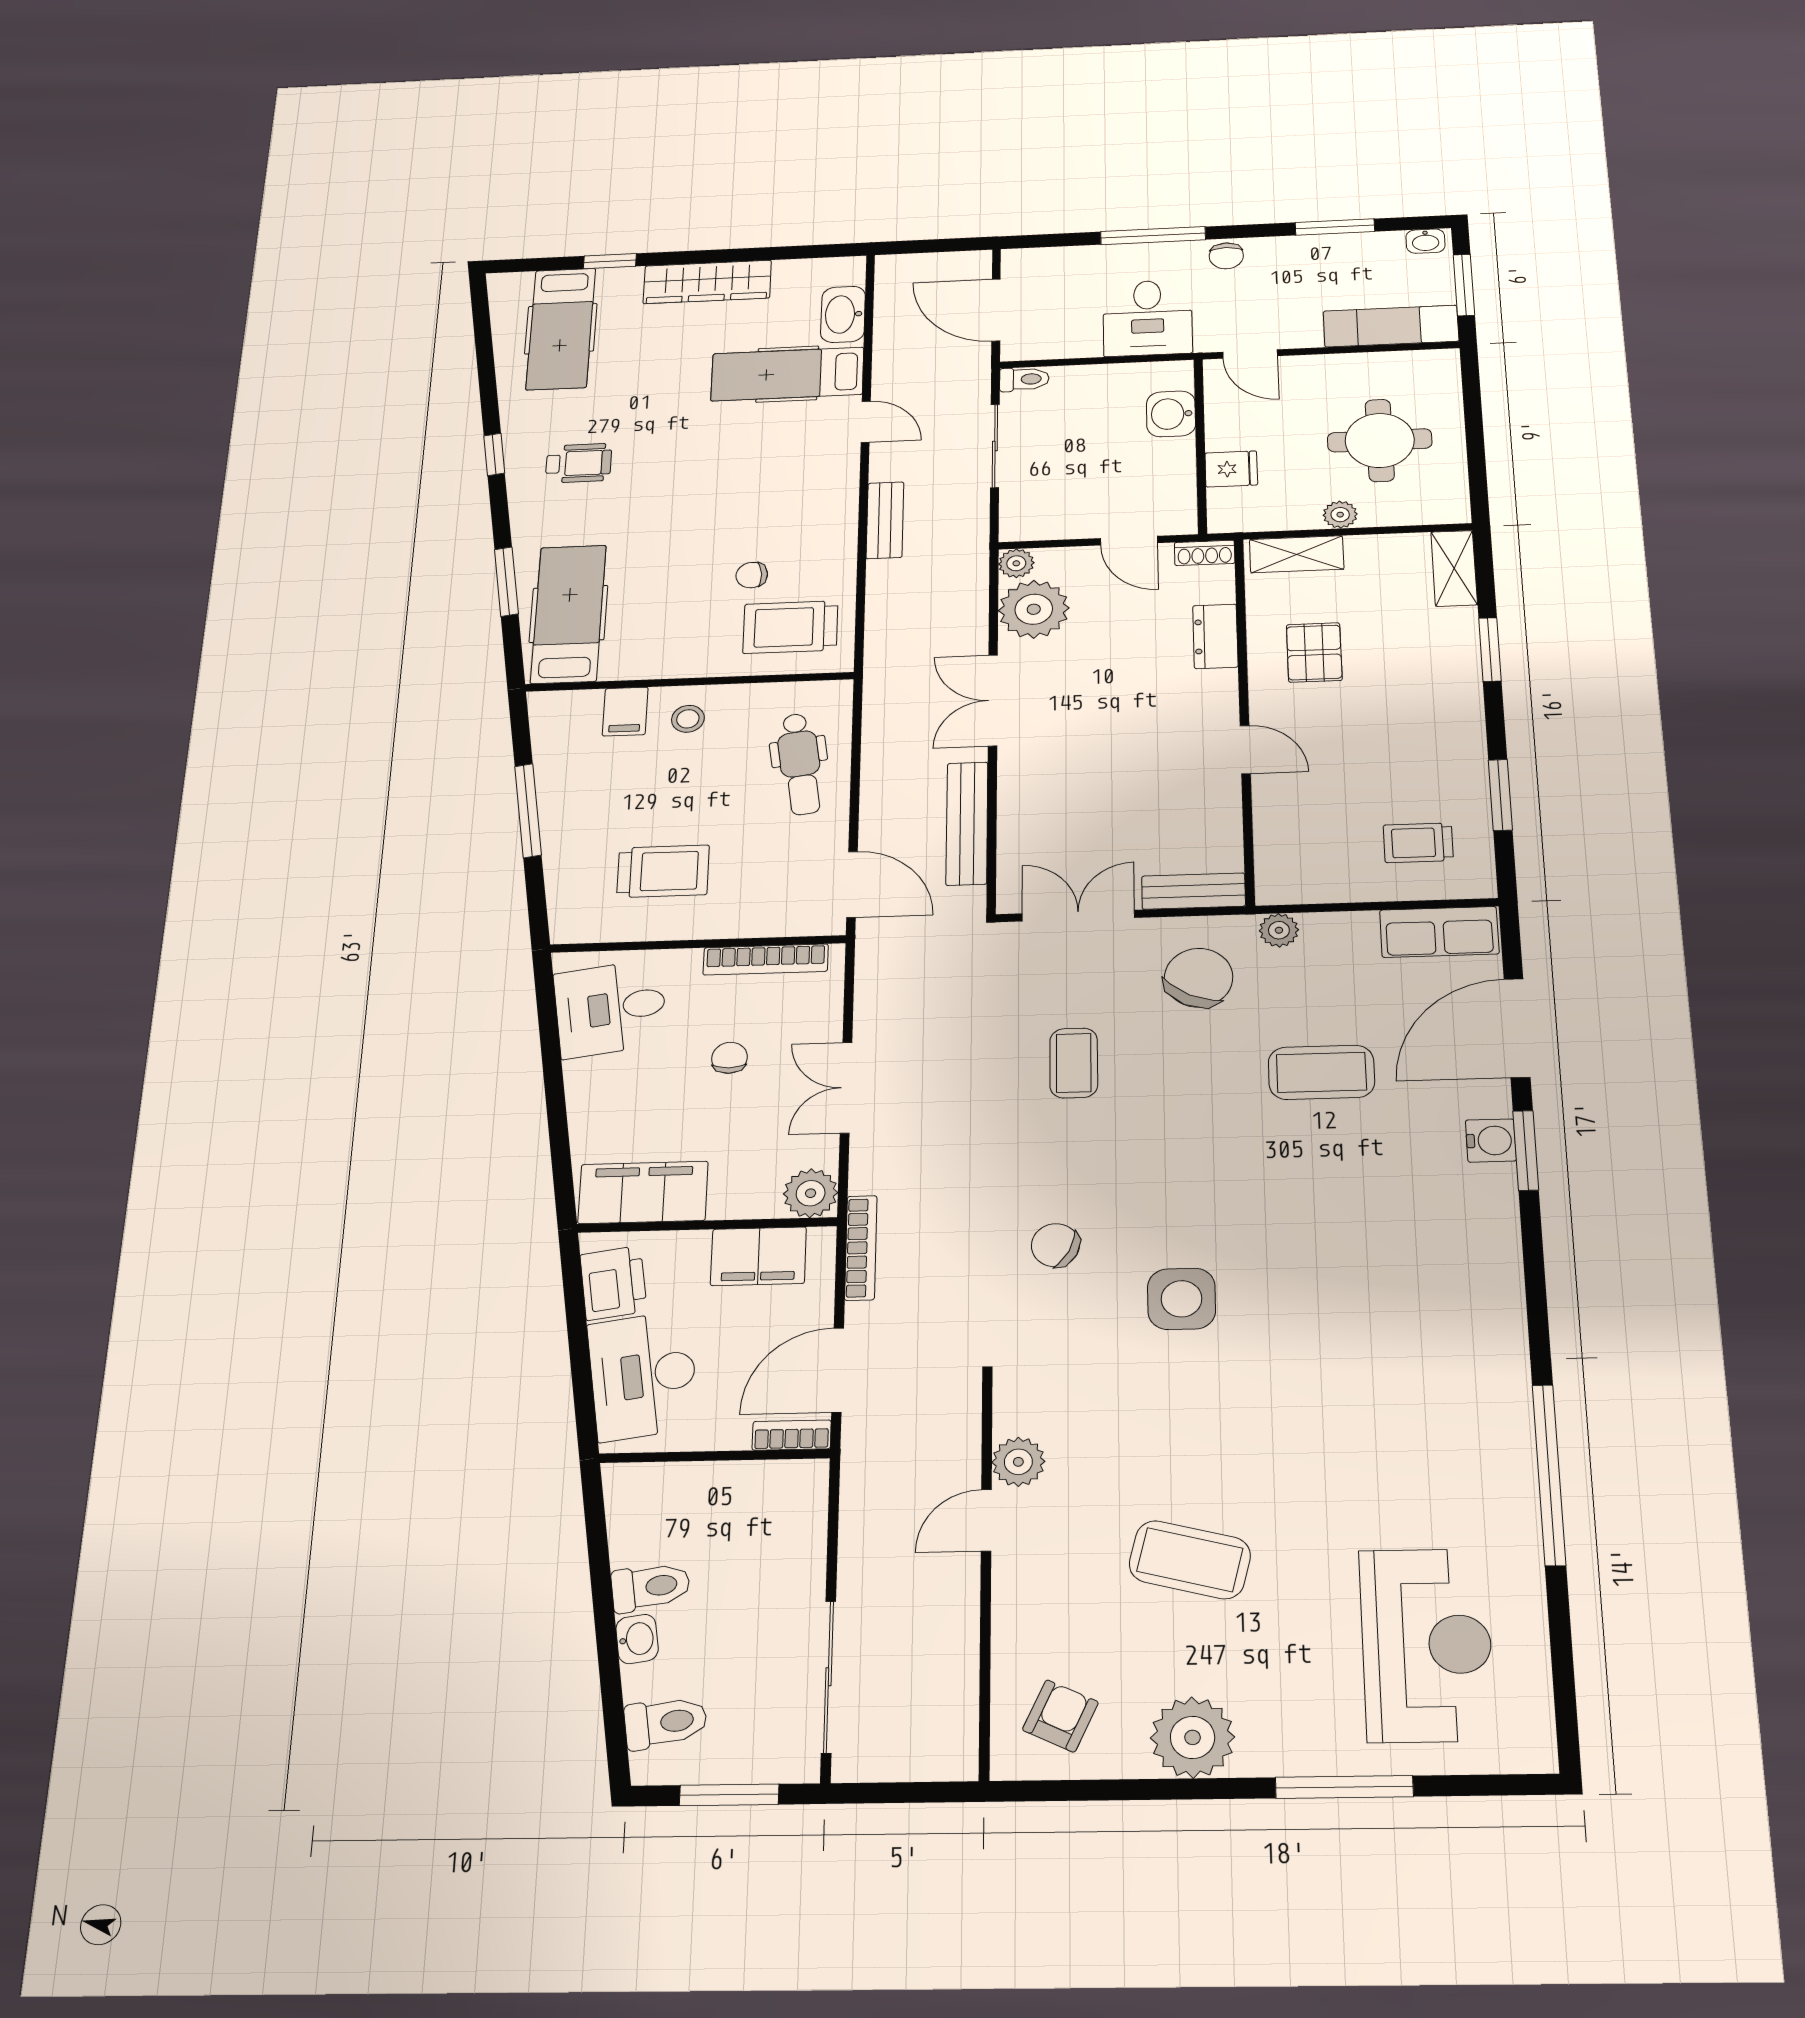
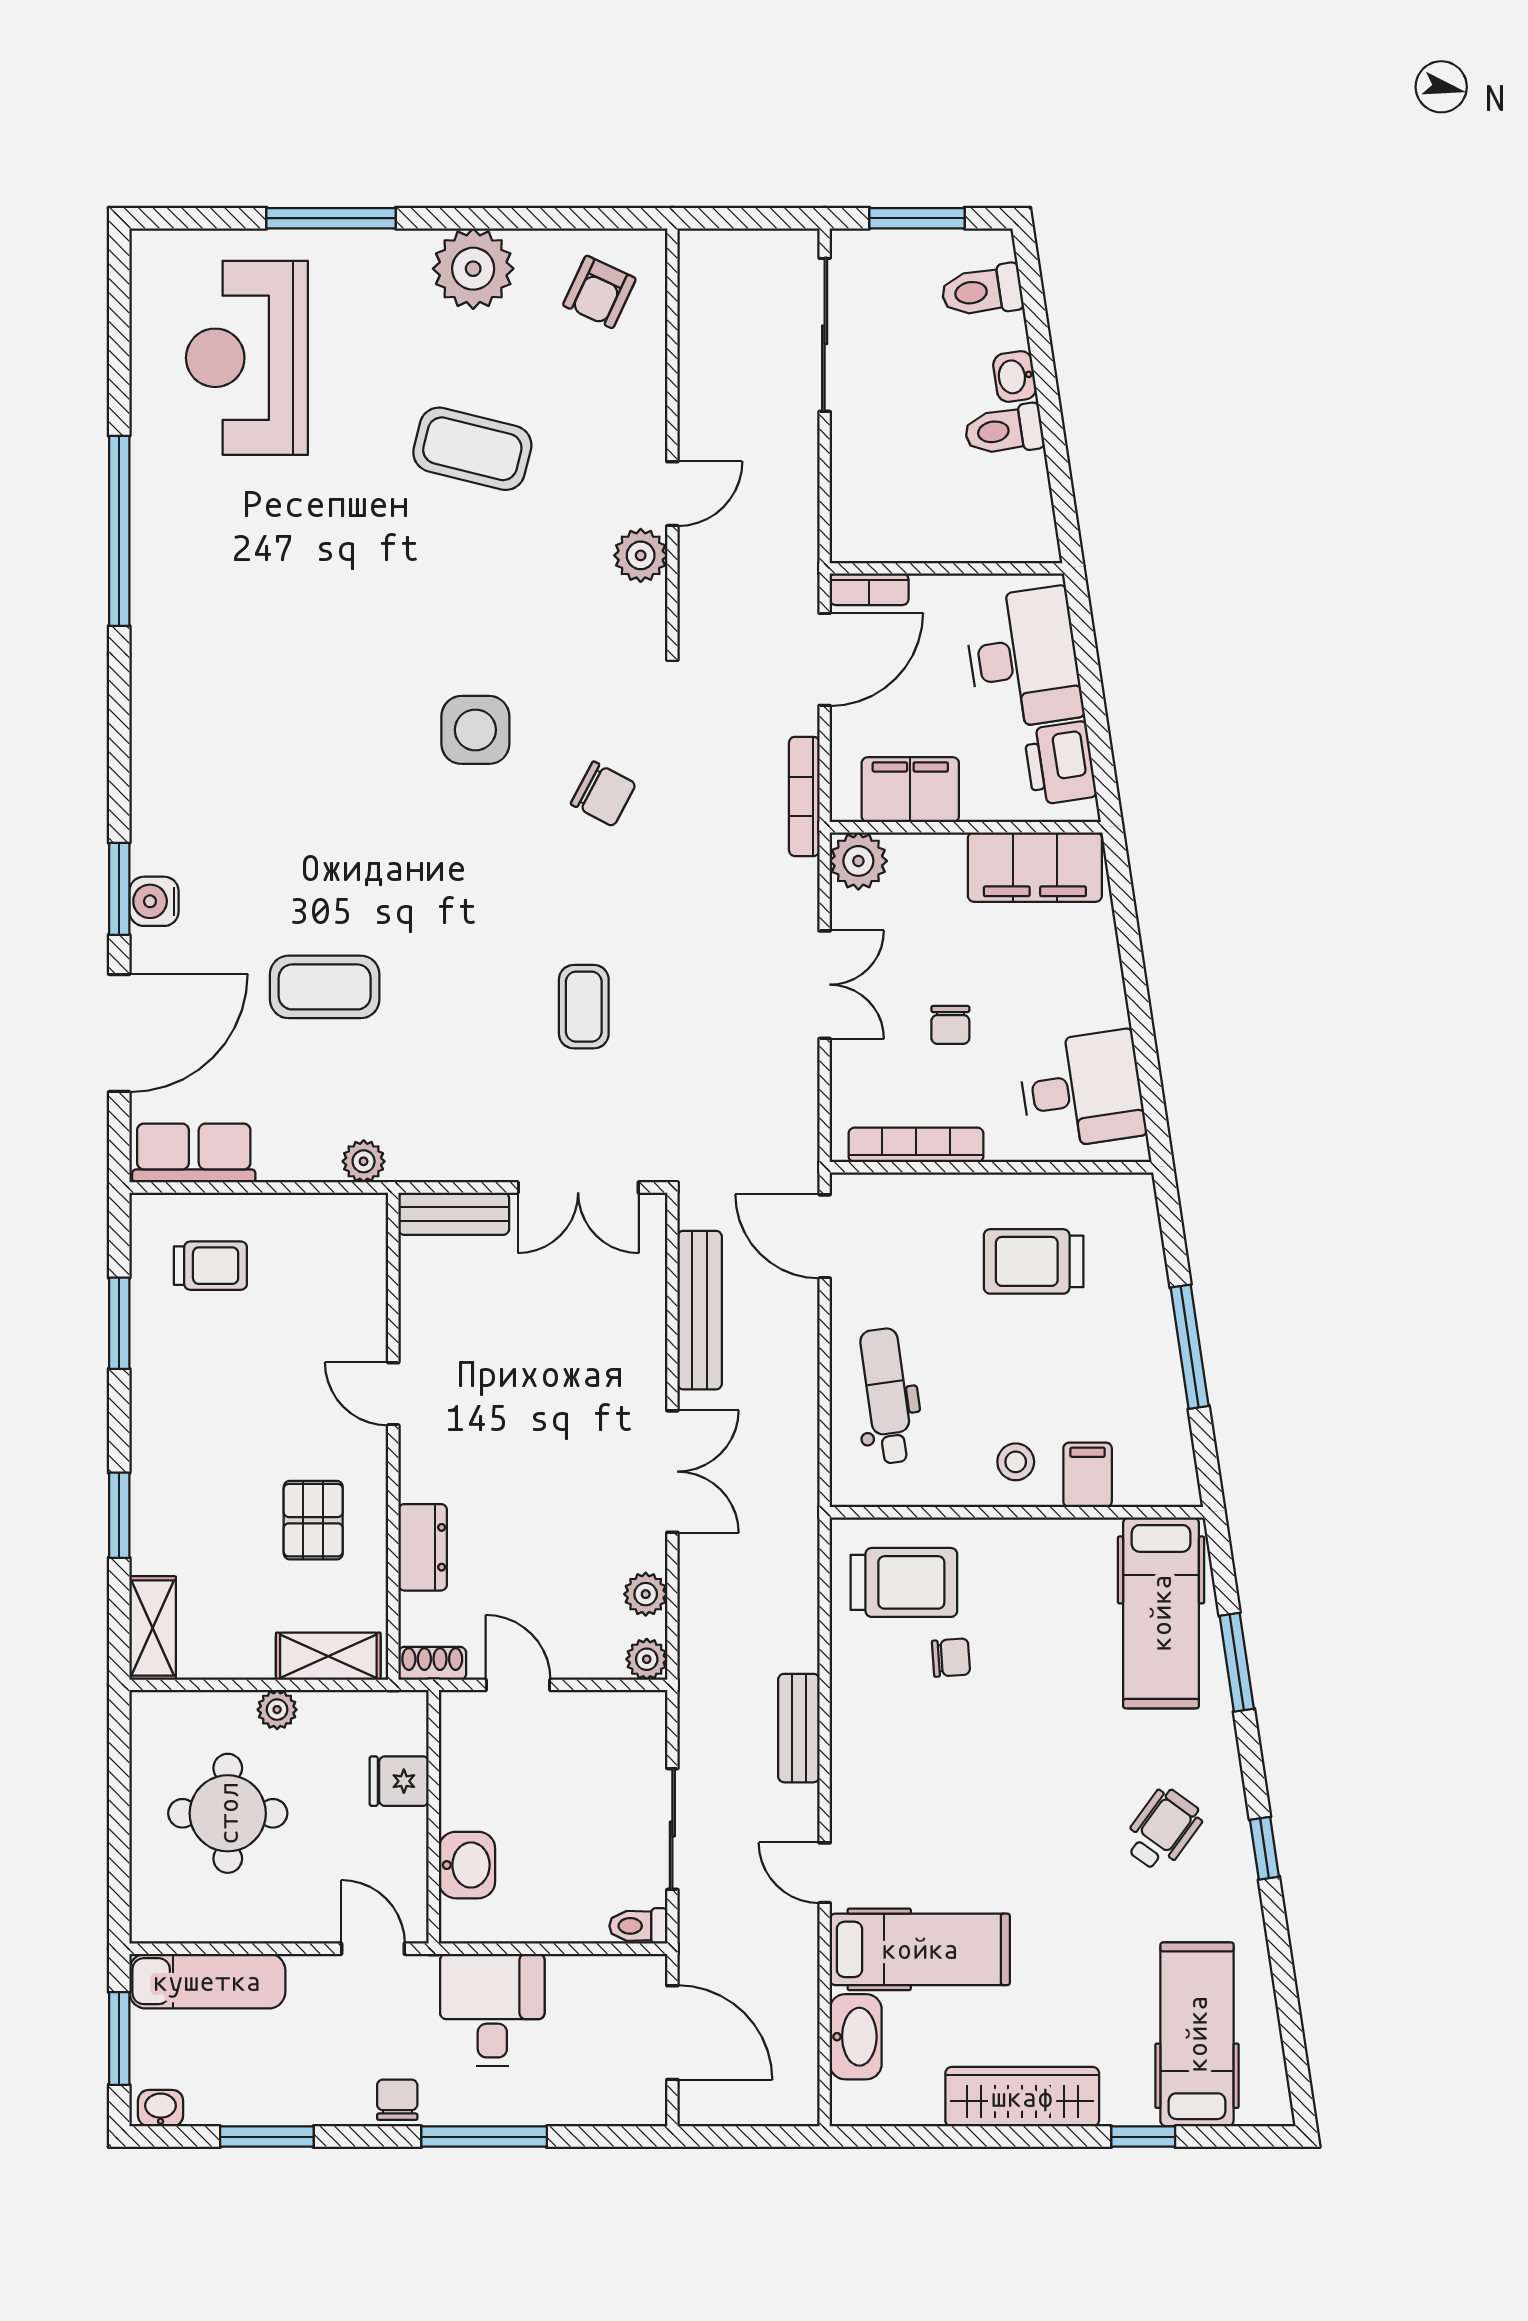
wheelchair: (579, 463) -> (1163, 1830), turned 126
plant: (1034, 609) -> (646, 1594), width x0.53, depth x0.53
chair: (1199, 978) -> (450, 1106), removed

